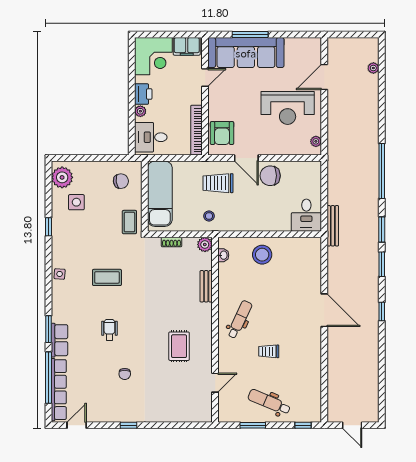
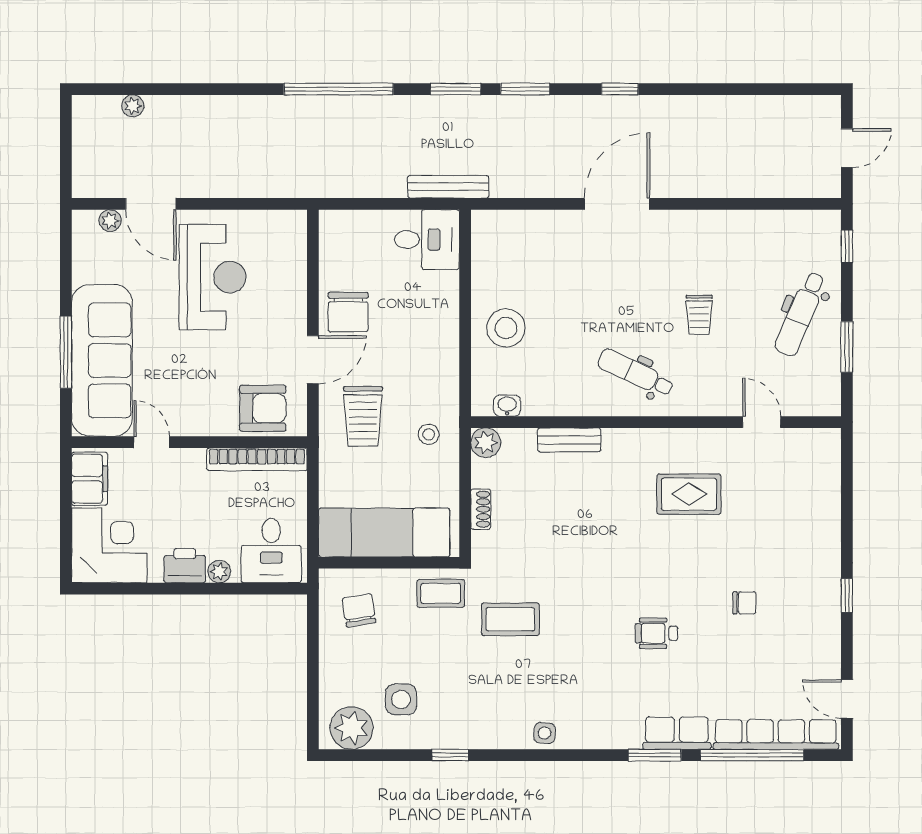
plant: (316, 141) -> (110, 221), moved
coffee table: (107, 277) -> (510, 619), moved, turned 90

